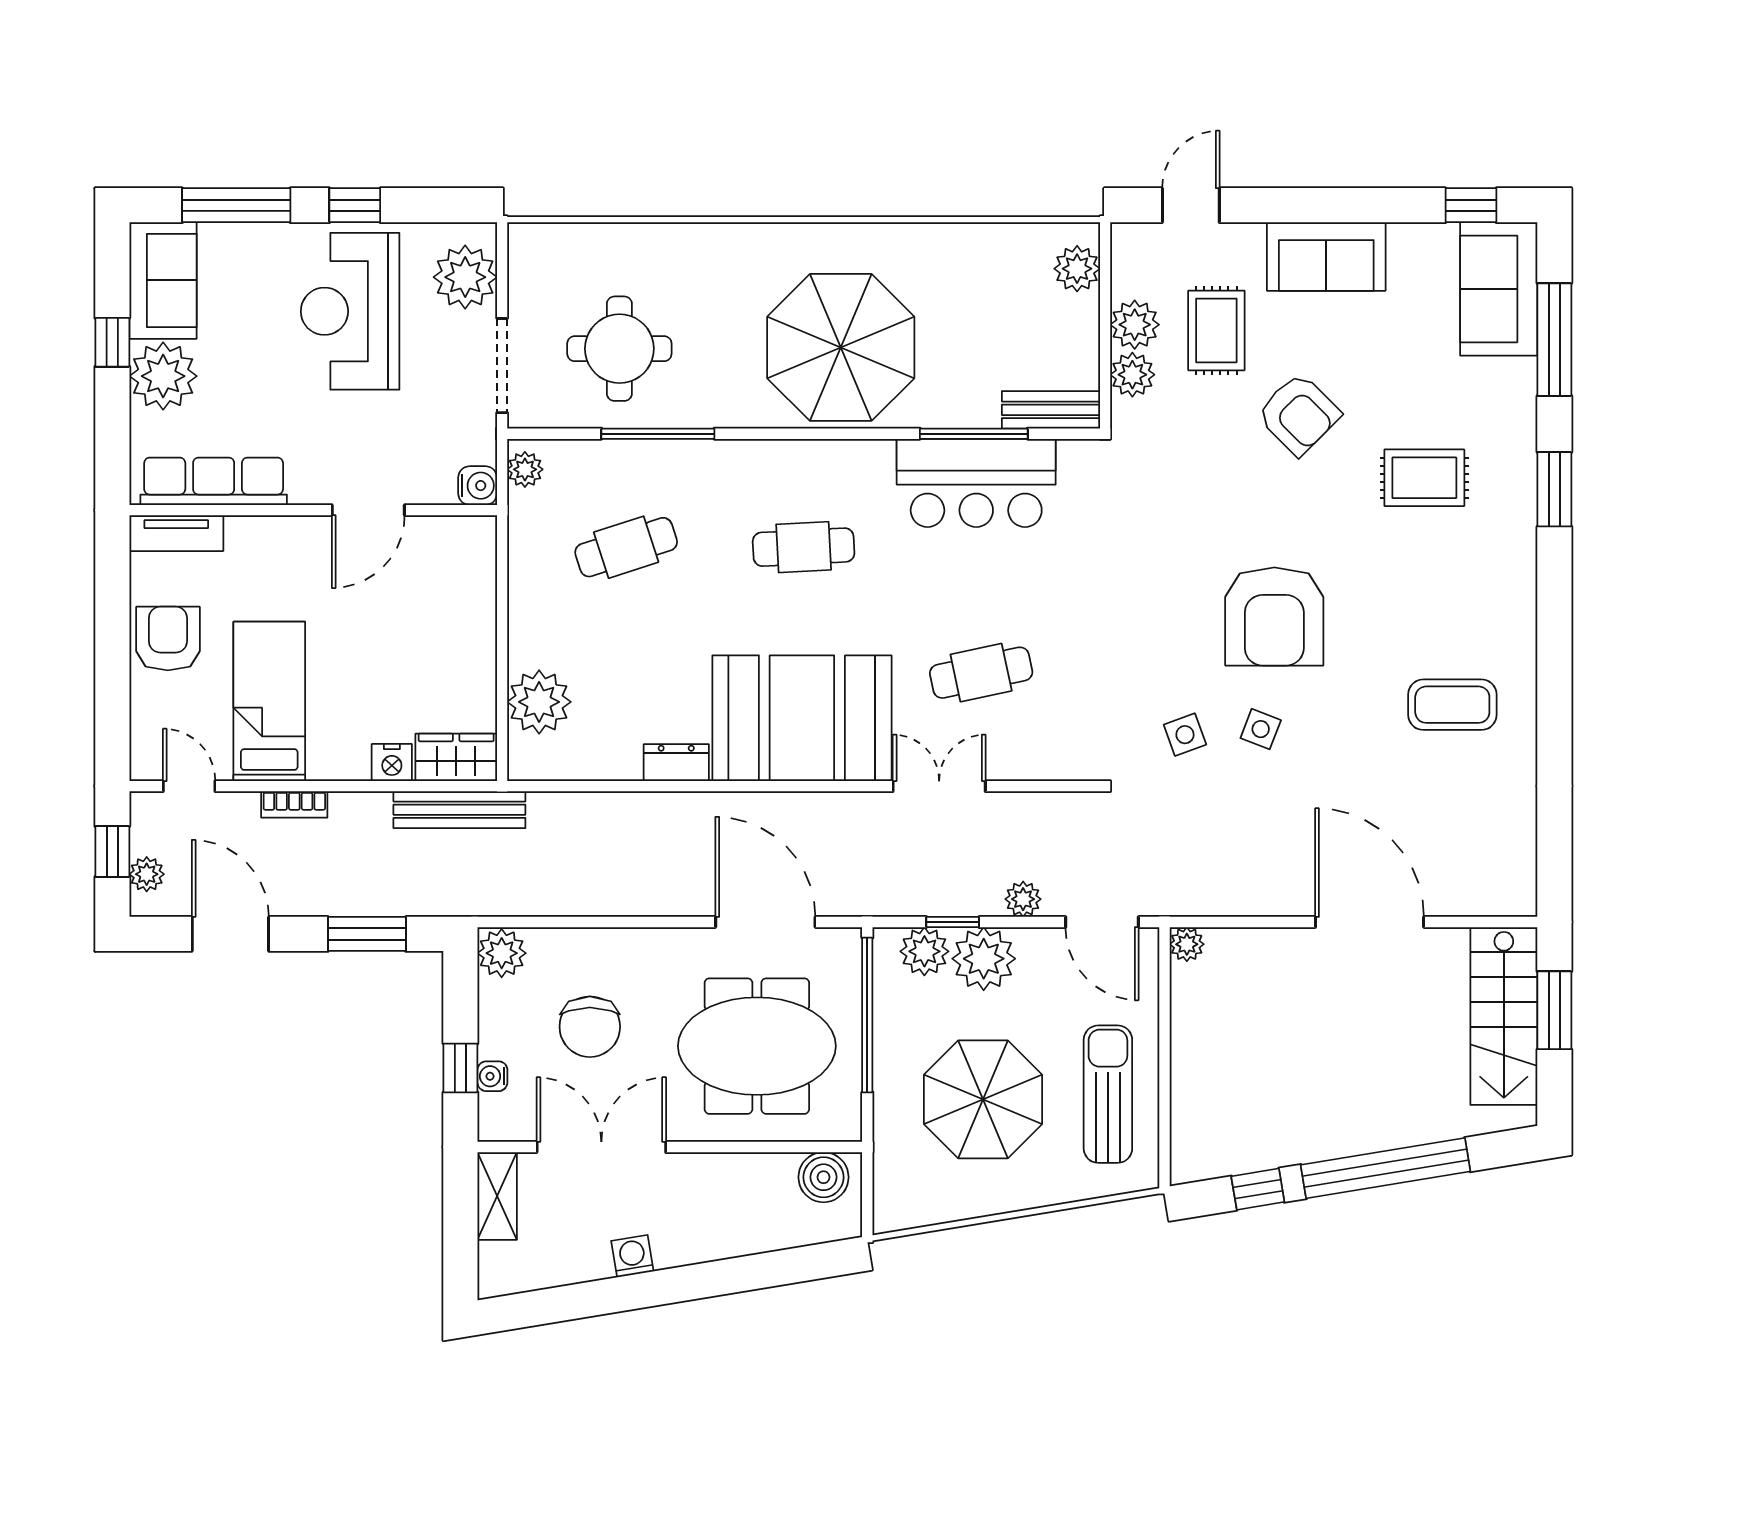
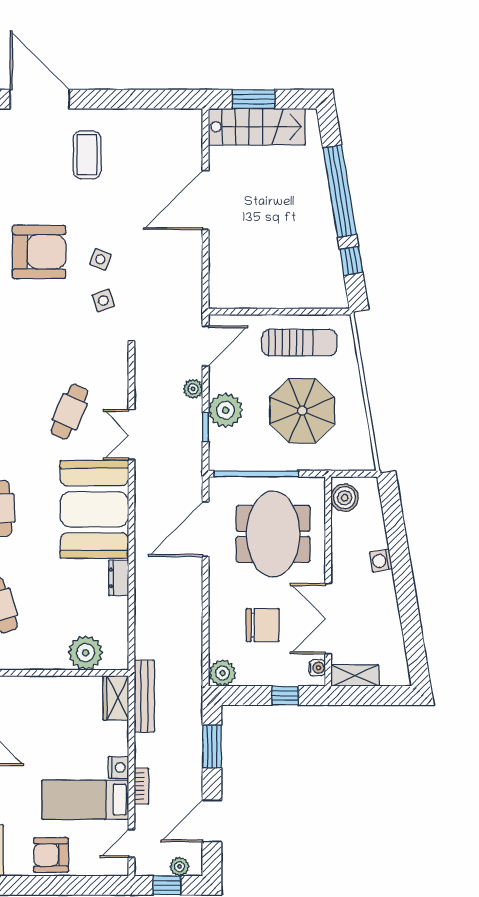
door: (1554, 618) -> (40, 99), added
cafe table: (981, 673) -> (70, 412), turned 36
nightstand: (392, 763) -> (119, 767), moved
plant: (1187, 944) -> (218, 300), removed
plant: (924, 951) -> (221, 443), removed
water cooler: (492, 1076) -> (317, 668), moved, turned -90
sun lounger: (1108, 1094) -> (299, 343), turned 180
washing machine: (632, 1256) -> (381, 561), moved

